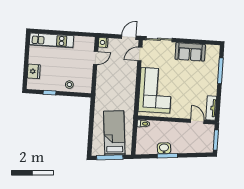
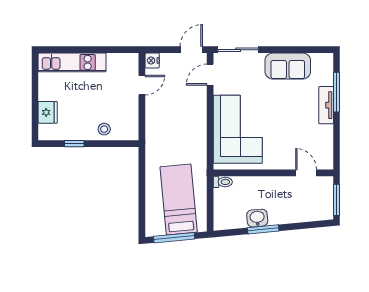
tv unit: (211, 108) -> (326, 105), moved

